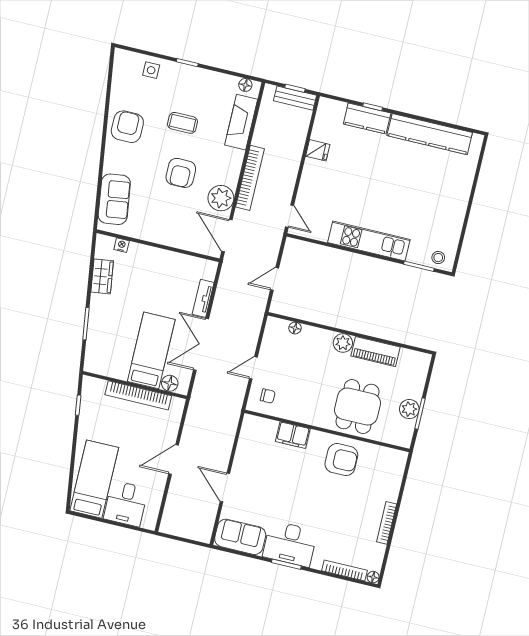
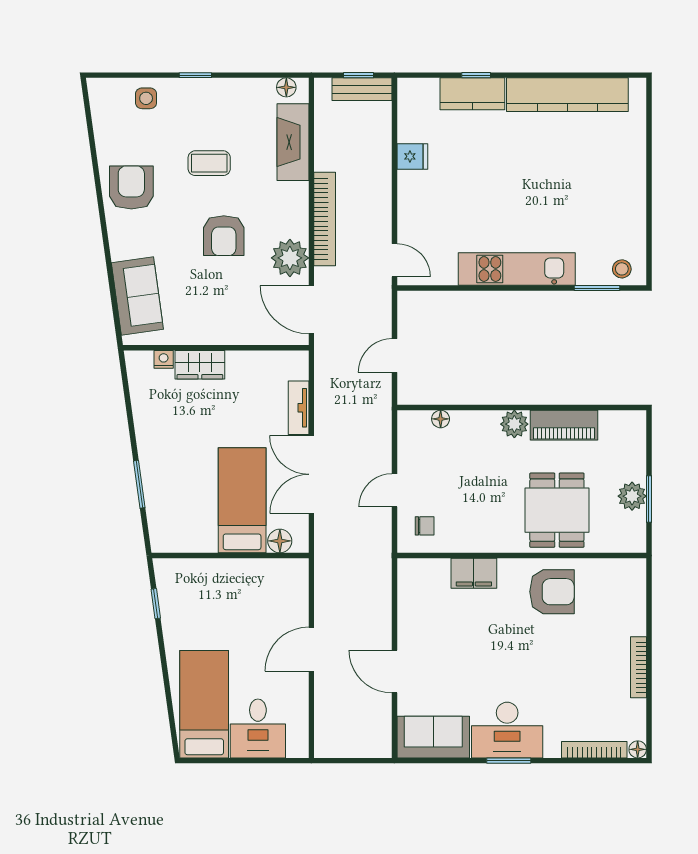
wardrobe: (102, 276) -> (200, 365), moved, turned 98
bookcase: (138, 395) -> (239, 569), removed

